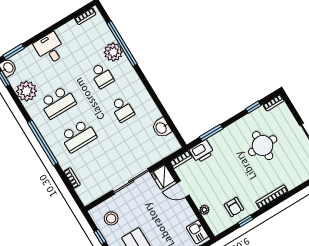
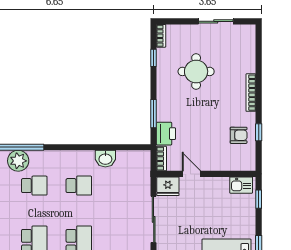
washbasin: (162, 128) -> (105, 159), moved
door: (183, 189) -> (191, 174), swing flipped
plant: (204, 210) -> (224, 165), removed

